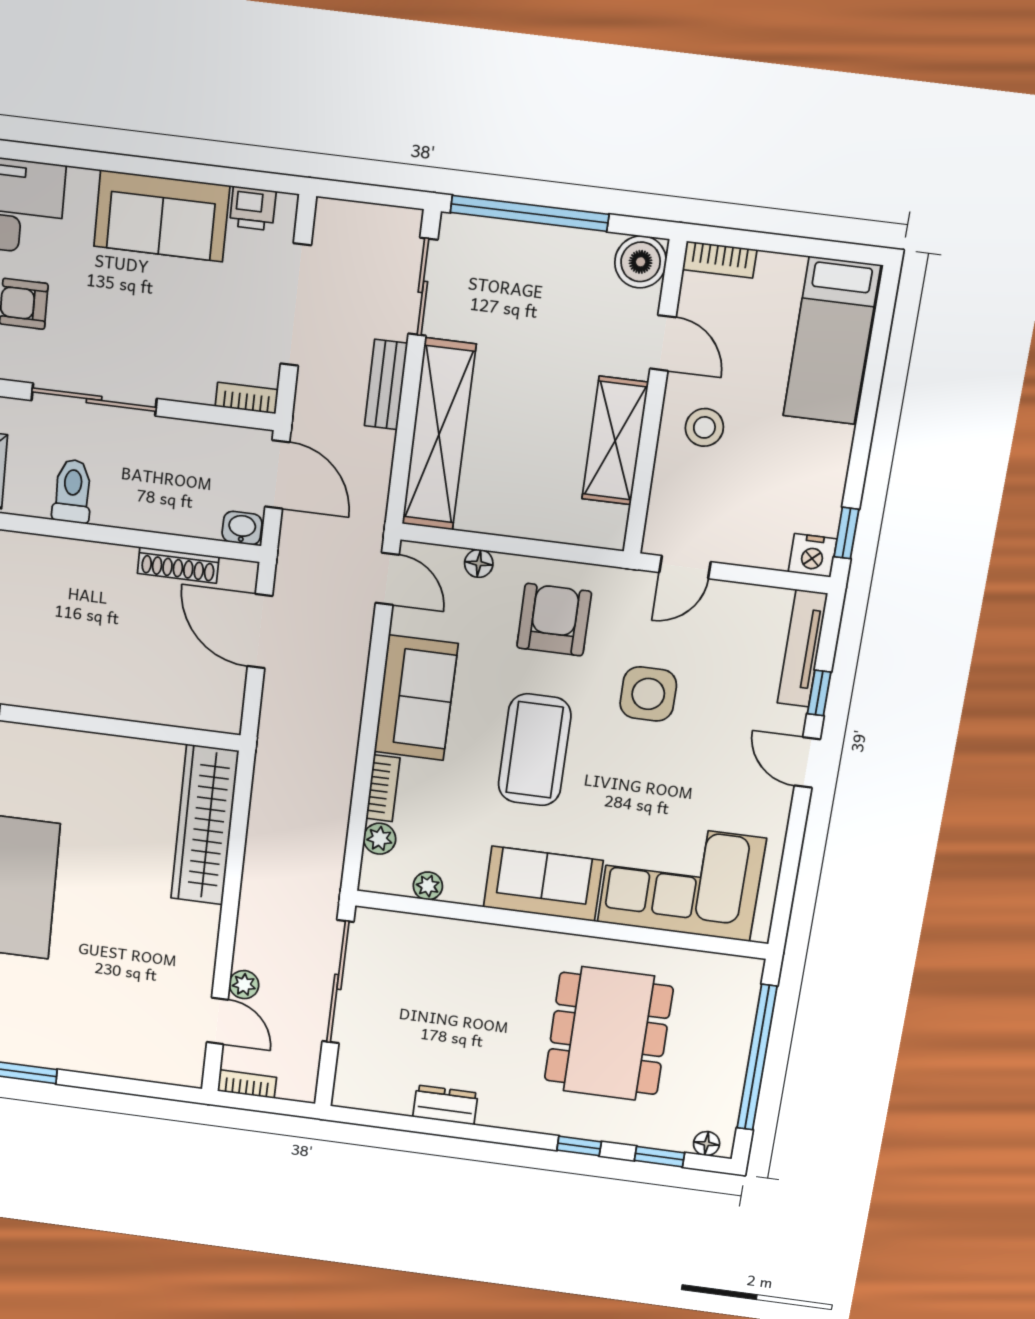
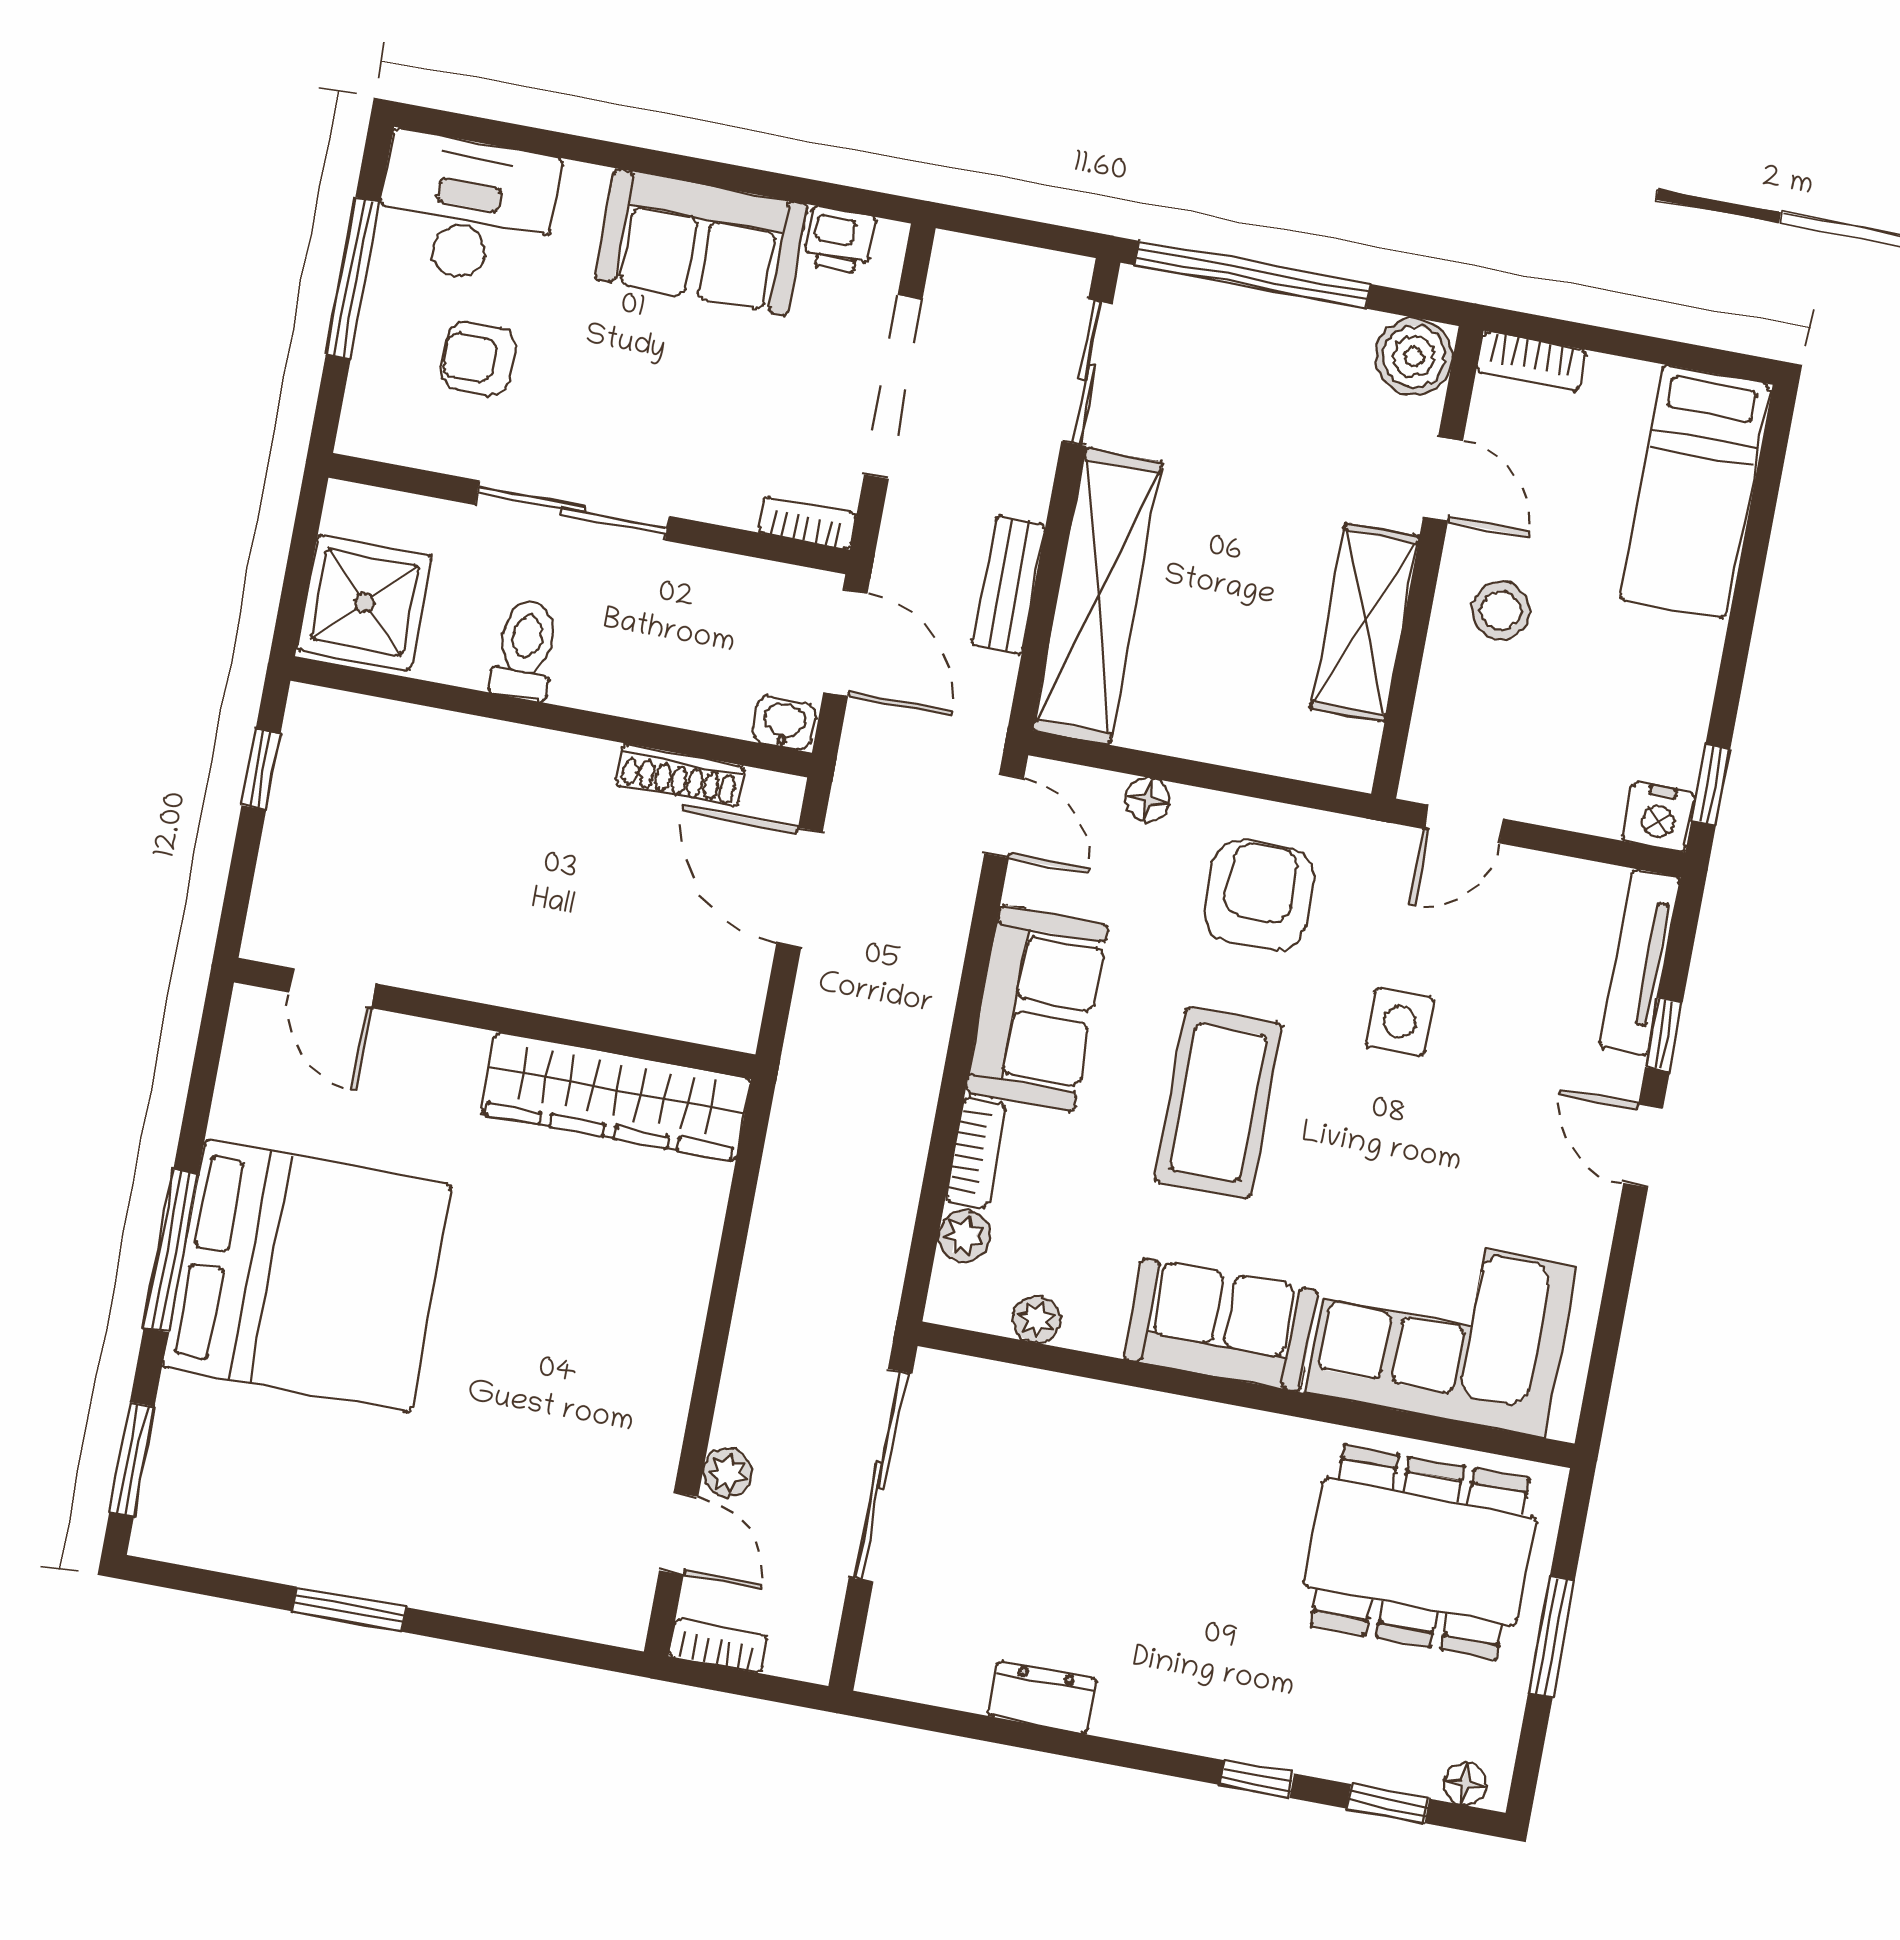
bench: (386, 385) -> (1009, 585), moved
side table: (648, 694) -> (1400, 1022), width x0.73, depth x0.73
wardrobe: (205, 825) -> (616, 1097), moved, turned -90
dining table: (609, 1034) -> (1420, 1552), moved, turned 90
window: (757, 1058) -> (1551, 1637), width x0.47

